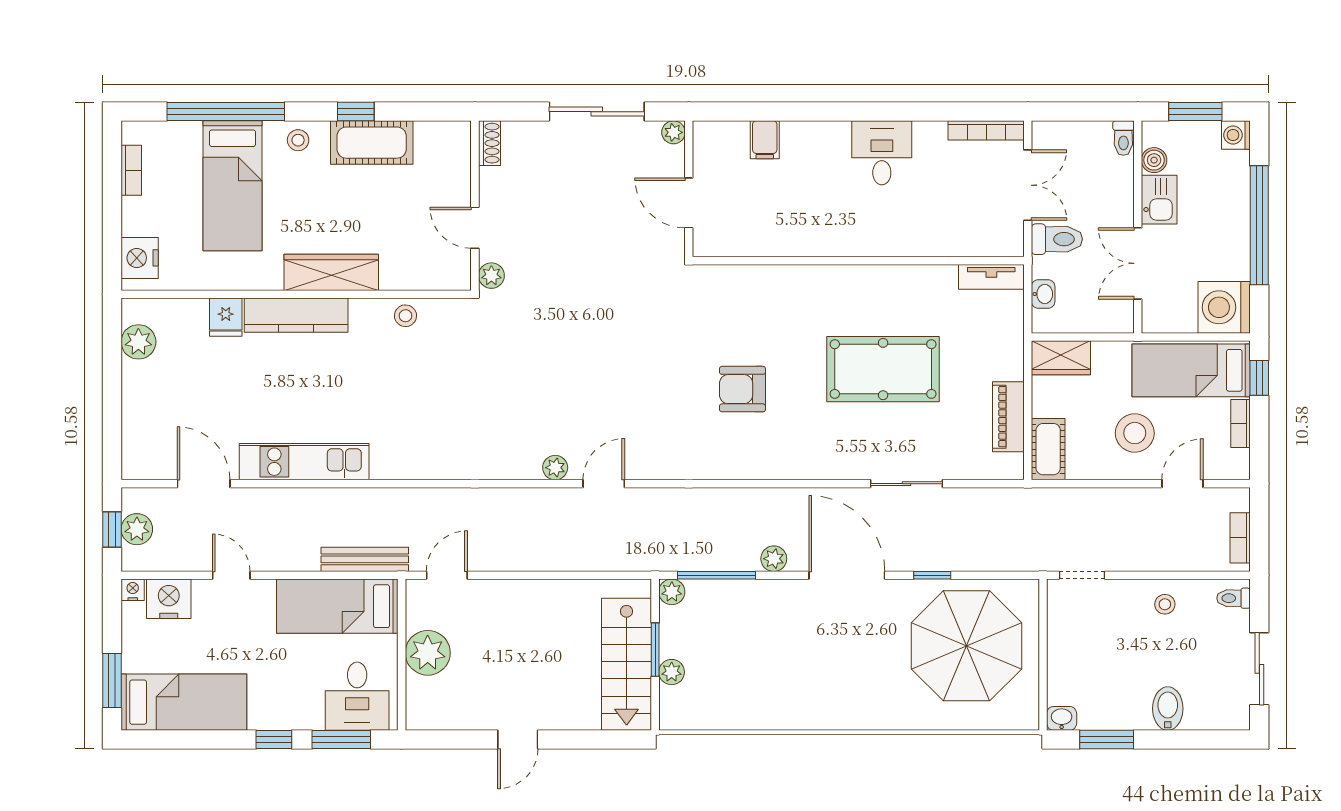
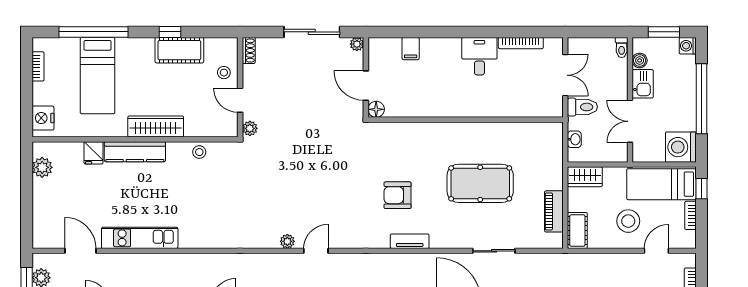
bookcase: (986, 130) -> (521, 43), moved
stool: (298, 140) -> (224, 73), moved
floor lamp: (706, 243) -> (376, 109), added
tv unit: (991, 277) -> (410, 241), moved, turned 180

